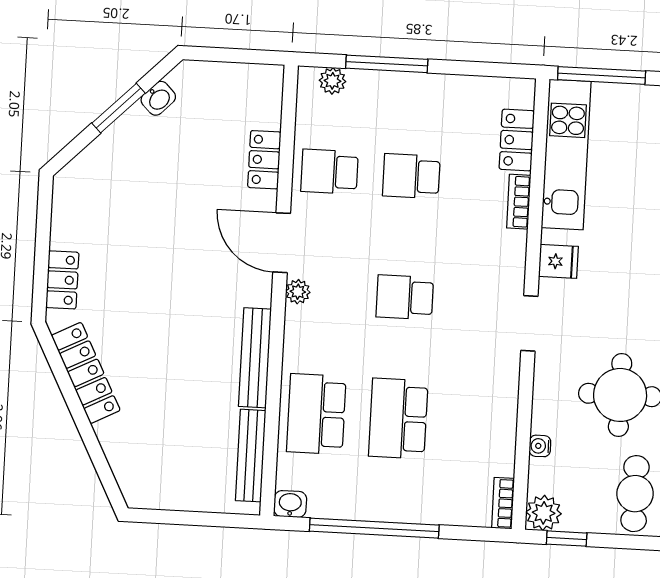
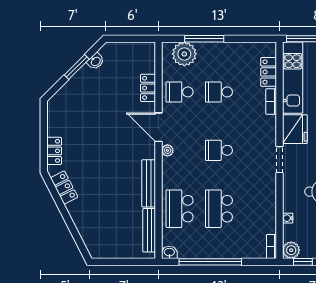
plant: (332, 81) -> (184, 54), width x1.88, depth x1.88
fridge: (558, 261) -> (295, 129), width x1.88, depth x1.34
locker: (86, 373) -> (64, 188), width x0.66

